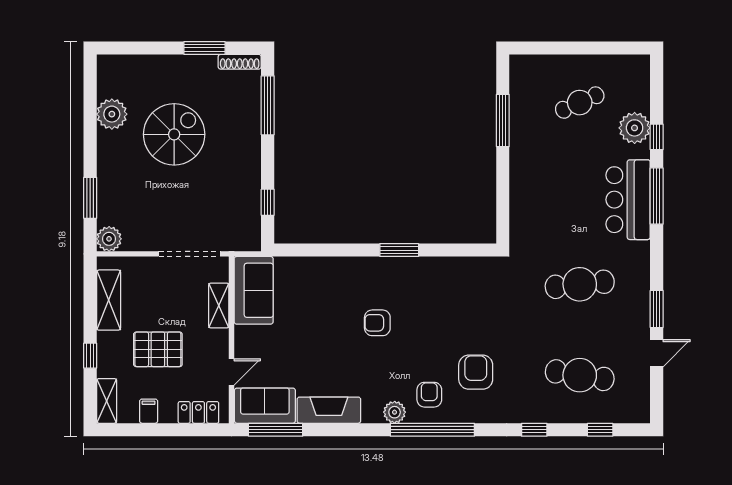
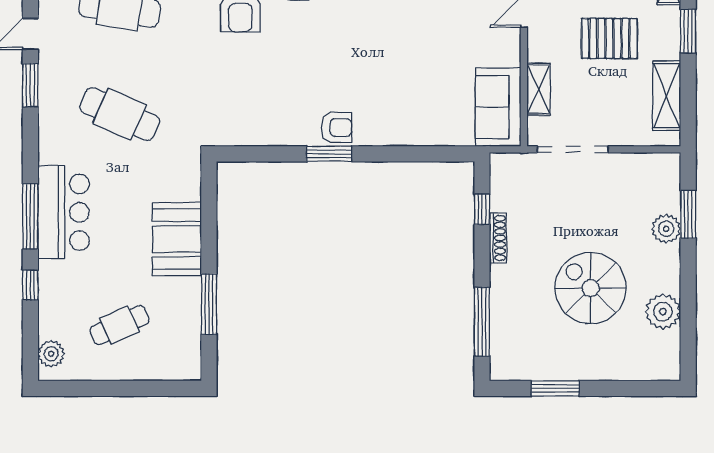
shoe rack: (240, 62) -> (498, 238), moved, turned 90
plant: (635, 128) -> (51, 354), moved, width x0.73, depth x0.73
spiral stairs: (174, 134) -> (591, 288), turned 90
booth: (530, 177) -> (177, 239), added
plant: (109, 239) -> (666, 229), moved
cafe table: (580, 284) -> (120, 114), turned 30
armchair: (377, 323) -> (337, 127), moved
window: (90, 356) -> (688, 31), width x1.50

